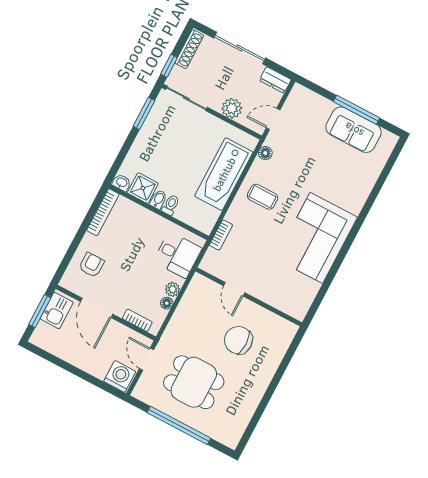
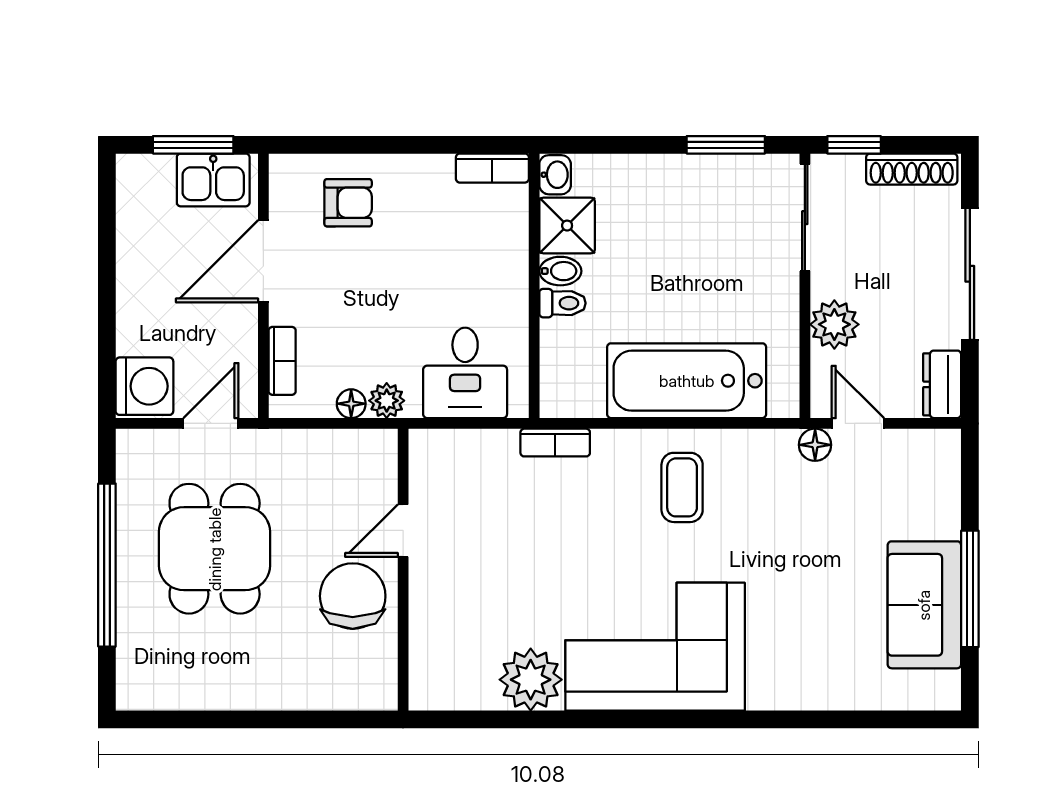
floor lamp: (265, 153) -> (815, 445), moved
bookcase: (103, 212) -> (492, 168), width x0.64
door: (234, 289) -> (403, 531), moved
plant: (304, 290) -> (531, 680), added
wall: (249, 297) -> (403, 570), moved

